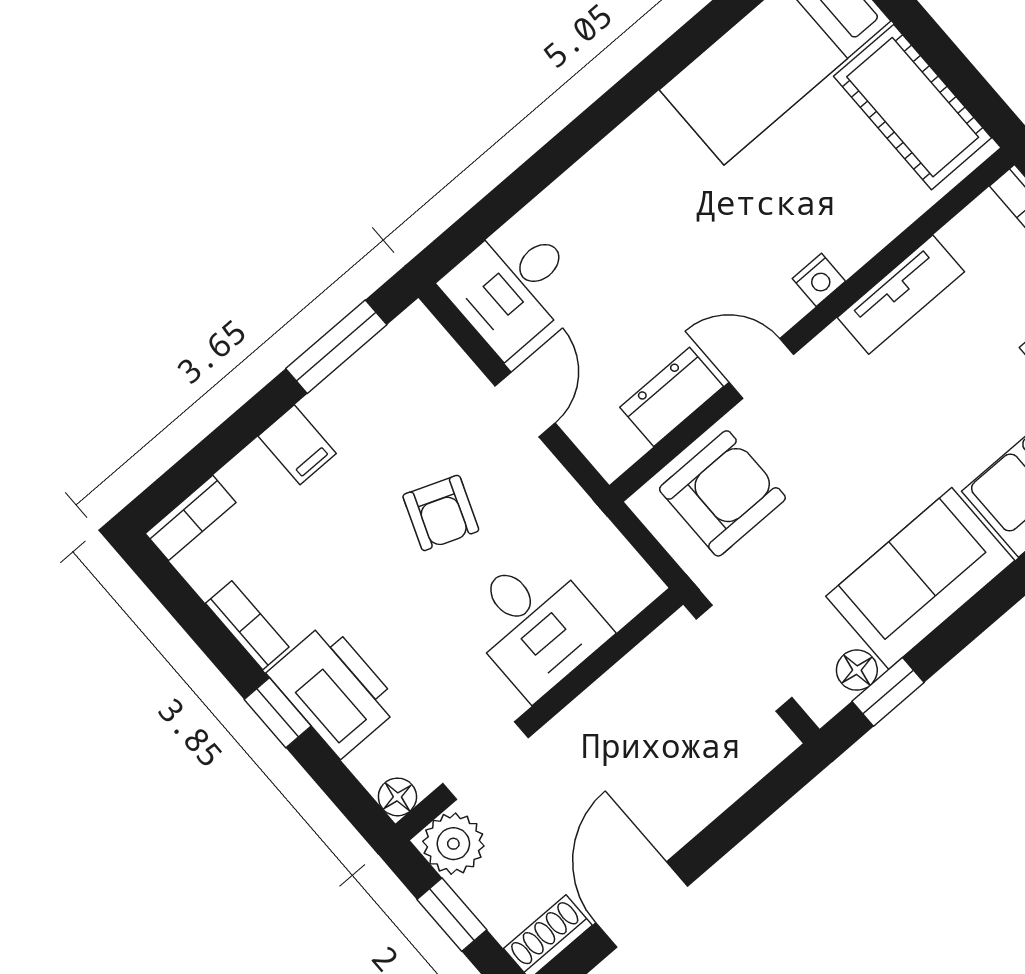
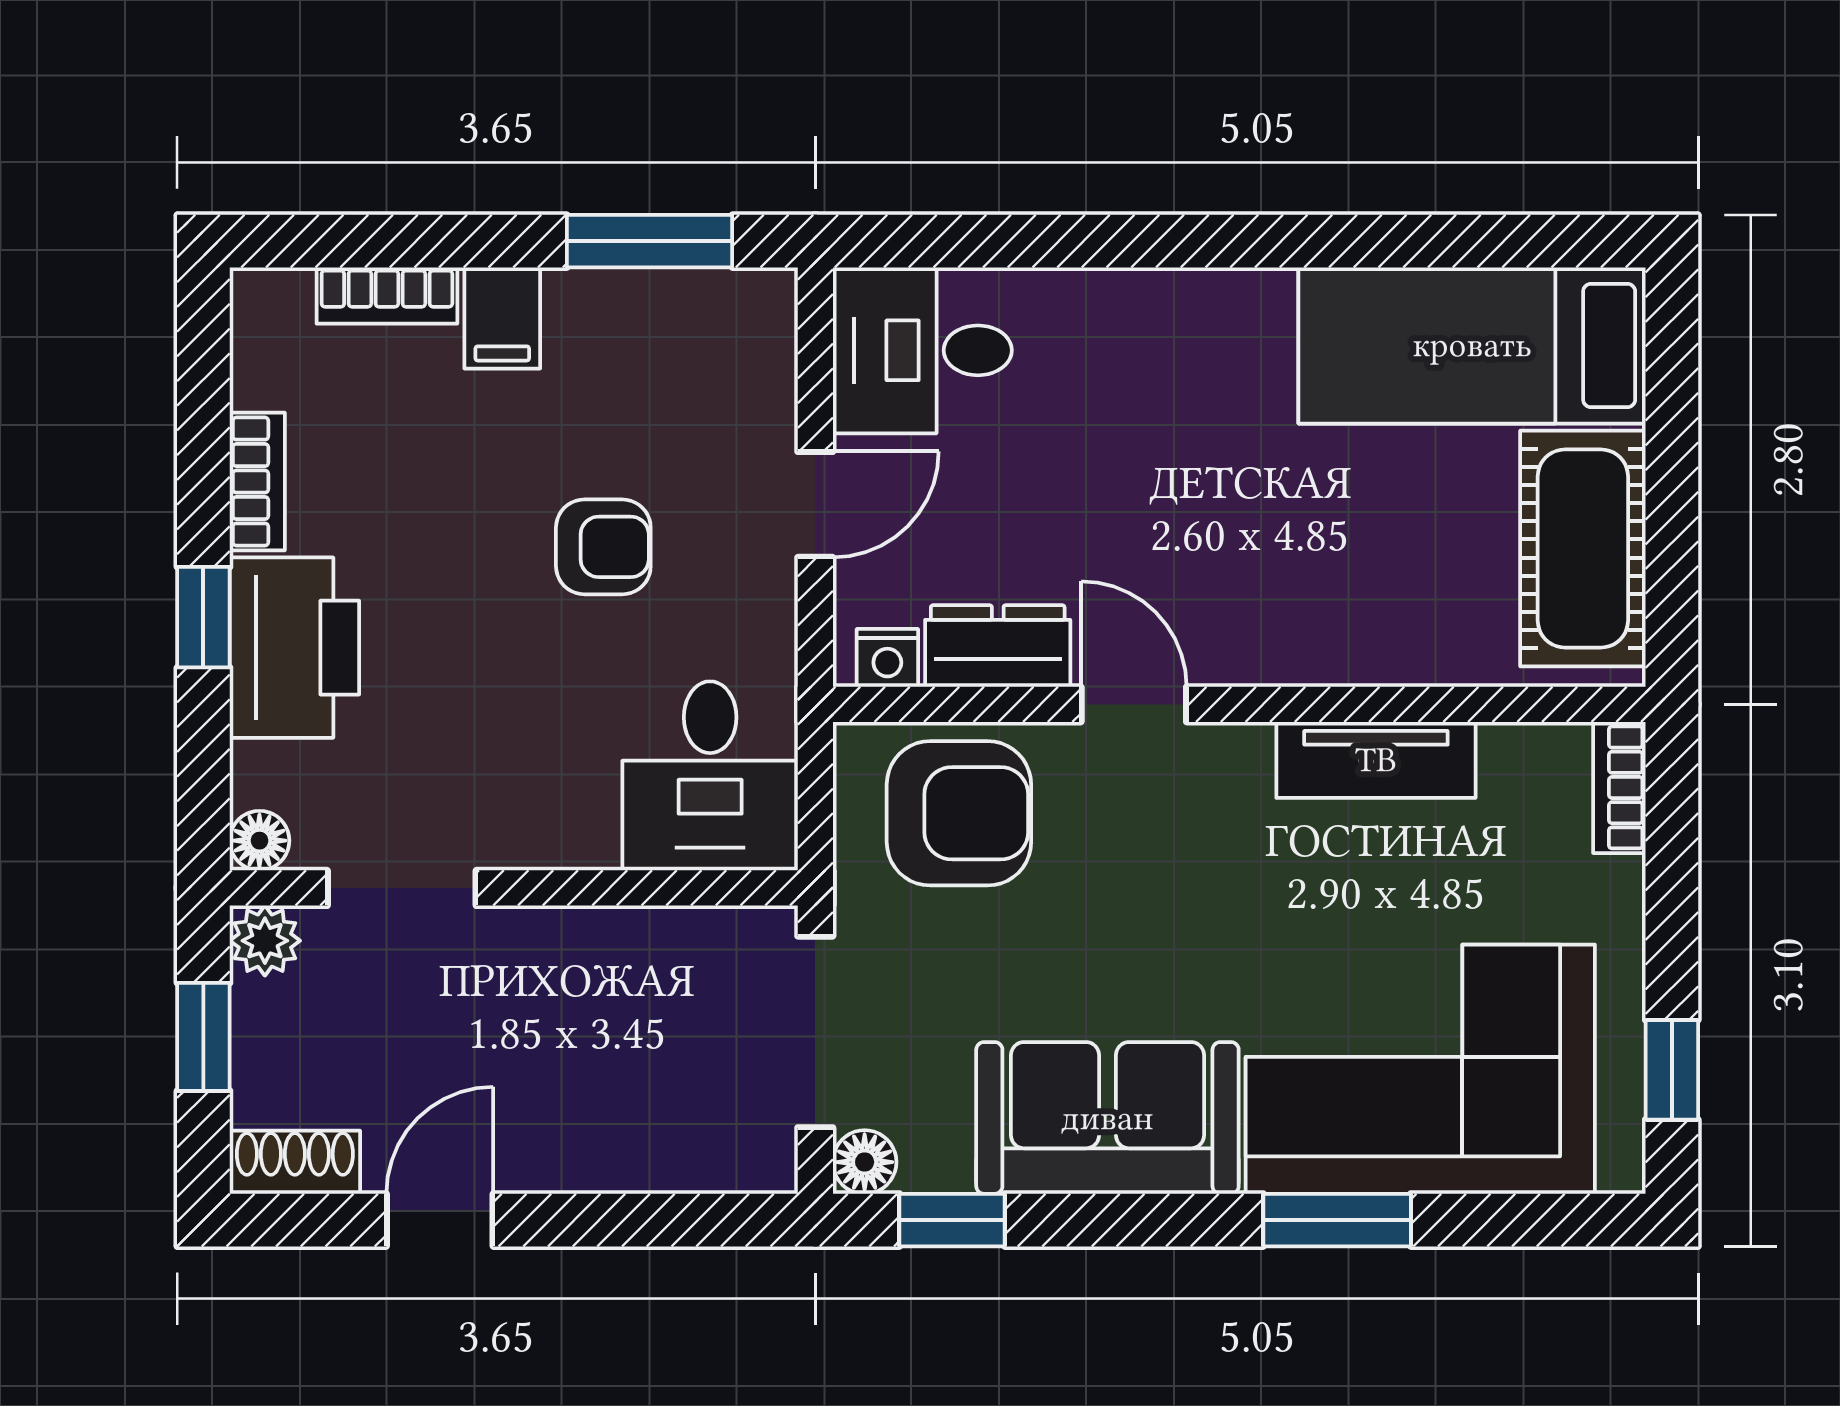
nightstand: (819, 280) -> (887, 658), moved
armchair: (441, 513) -> (603, 547), turned -111
bookcase: (191, 518) -> (387, 295), moved
desk: (535, 624) -> (710, 776), moved
floor lamp: (857, 670) -> (865, 1162), moved
plant: (453, 844) -> (265, 941), width x0.73, depth x0.73
door: (642, 905) -> (440, 1220), width x0.73

